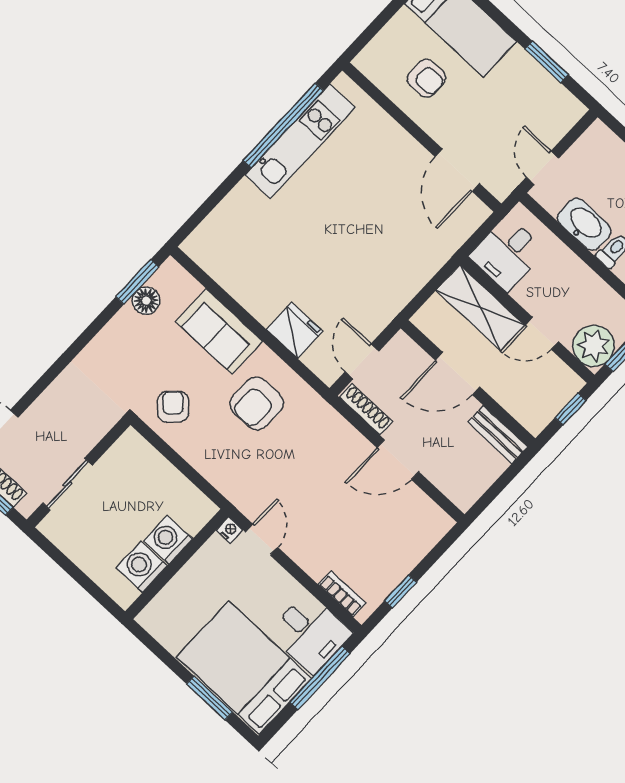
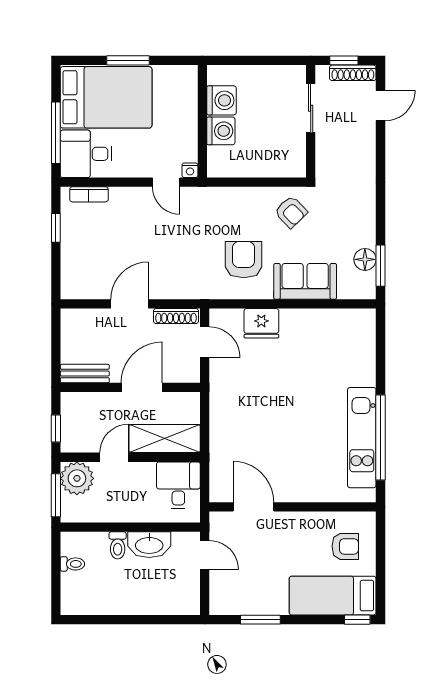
armchair: (426, 78) -> (345, 546), moved, turned 180
window: (210, 698) -> (128, 60), moved

